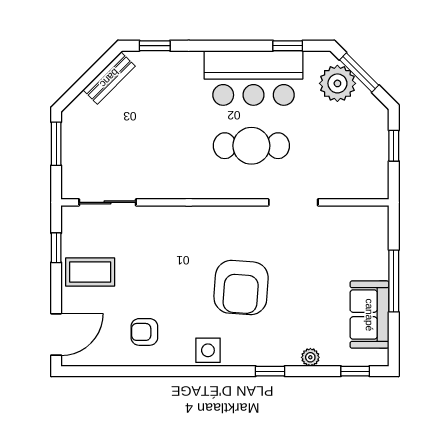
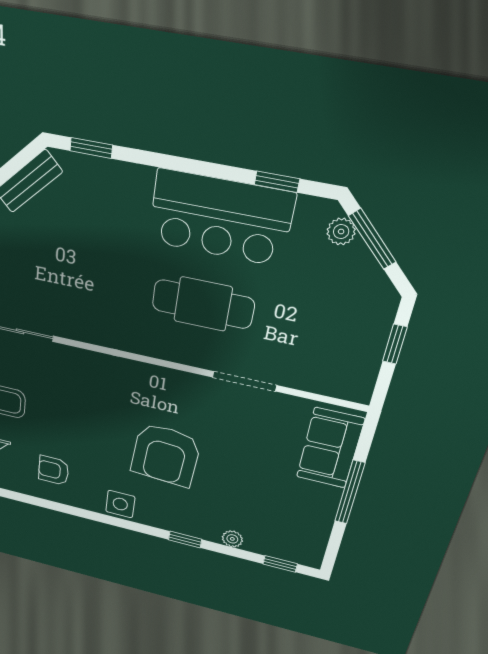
plant: (337, 83) -> (341, 232), width x0.53, depth x0.53
sofa: (369, 315) -> (330, 448), moved

